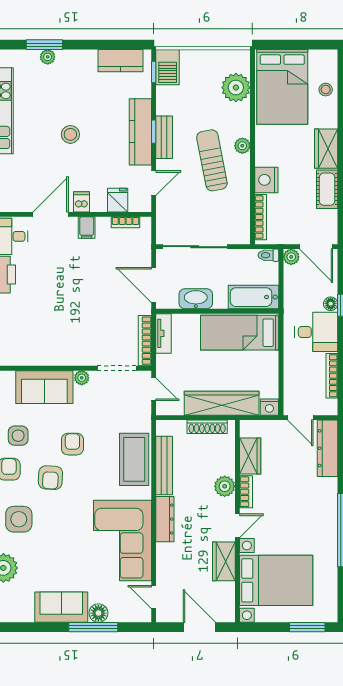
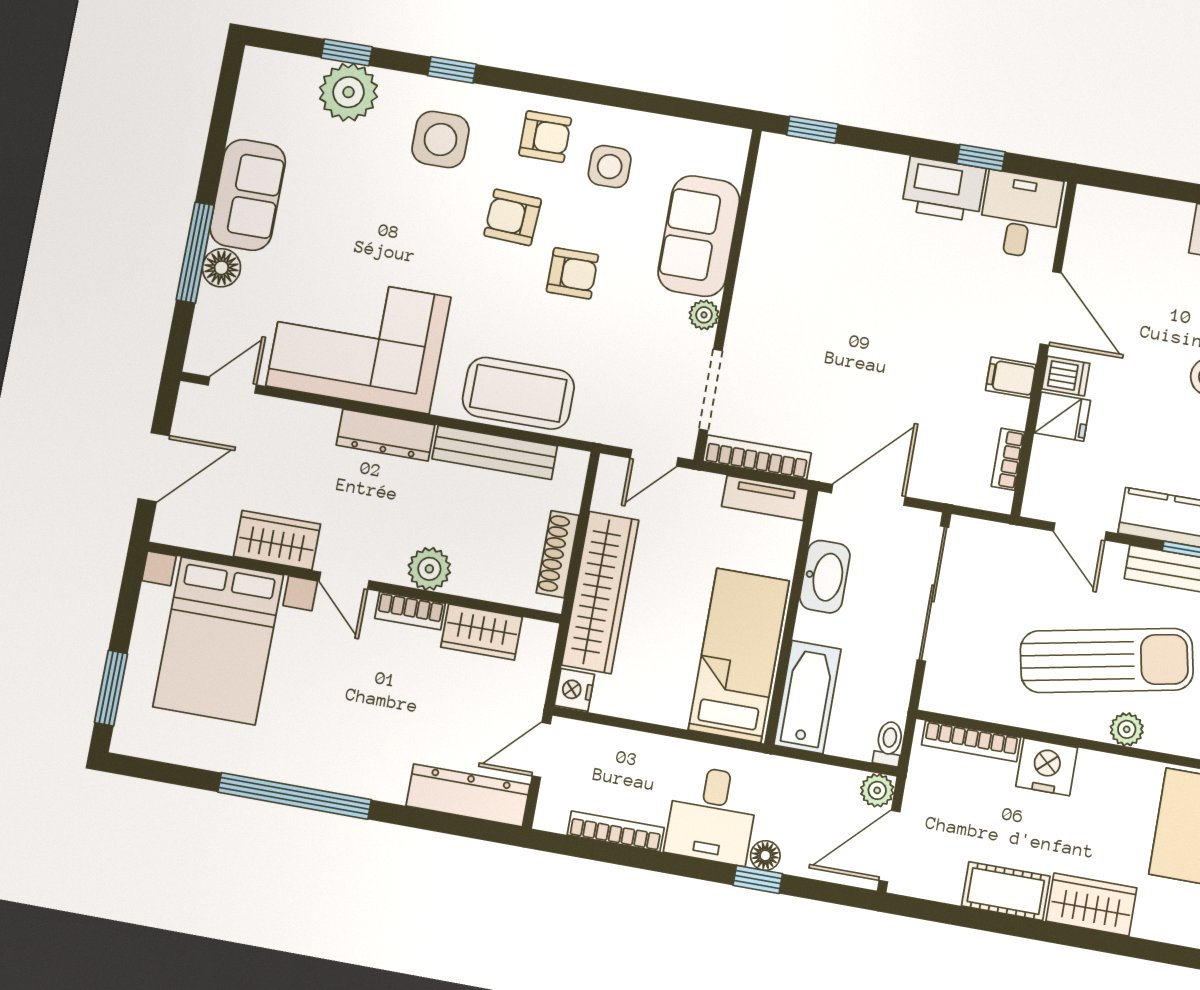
sun lounger: (212, 160) -> (1107, 661), width x1.36, depth x1.34
fridge: (118, 200) -> (1062, 417), moved

